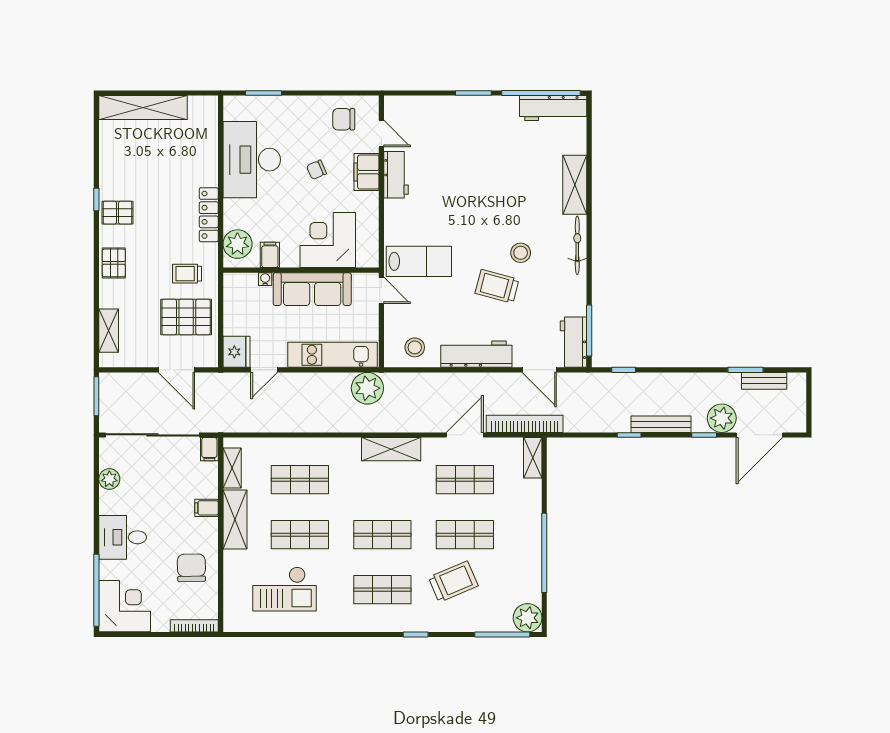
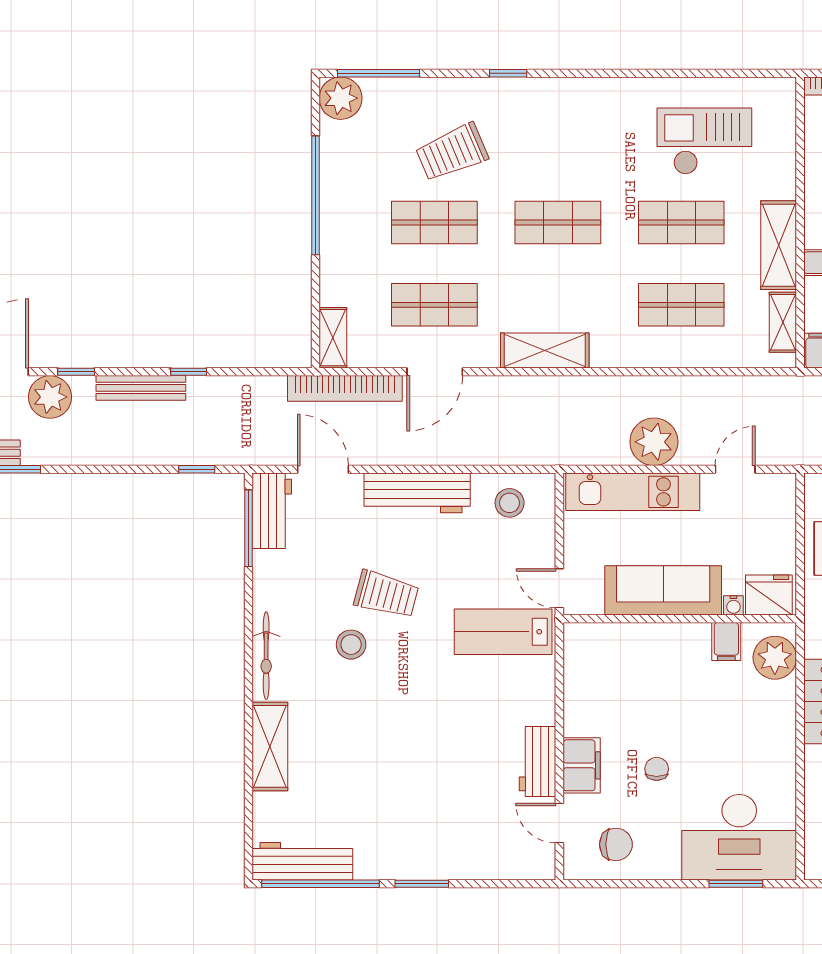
desk: (252, 160) -> (739, 837), moved, turned 90
chair: (316, 170) -> (657, 769), turned -67
corner desk: (328, 240) -> (640, 664), removed
fridge: (236, 352) -> (769, 595), moved, turned 90
plant: (367, 388) -> (654, 442), moved
shop shelf: (382, 590) -> (558, 140), removed

